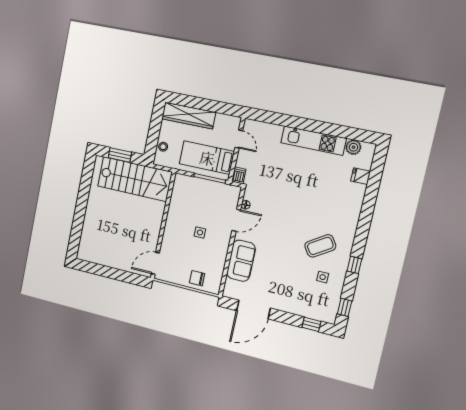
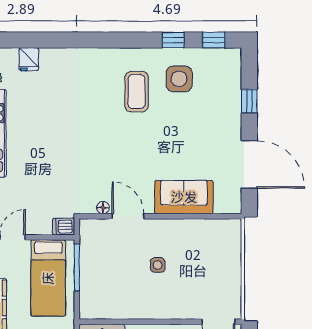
coffee table: (320, 246) -> (137, 92), turned 33
window: (354, 265) -> (173, 40), moved
side table: (323, 277) -> (179, 79), width x1.87, depth x1.87
chair: (197, 278) -> (225, 255), removed
window: (311, 324) -> (249, 101), moved

